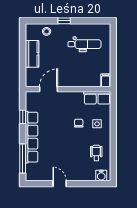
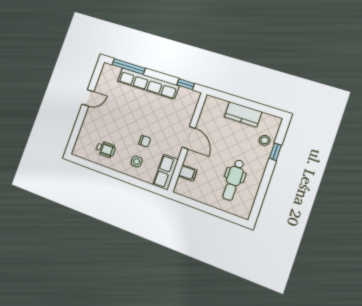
window: (64, 21) -> (275, 152), moved
filing cabinet: (106, 80) -> (188, 173), moved
door: (49, 89) -> (189, 138), moved
window: (23, 117) -> (186, 84), moved
water cooler: (101, 176) -> (80, 146), removed

